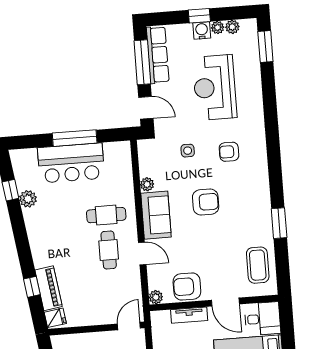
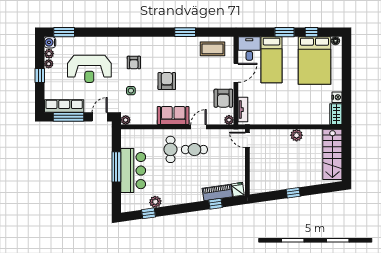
water cooler: (202, 31) -> (50, 42), moved
plant: (147, 184) -> (126, 120), moved
tv unit: (189, 315) -> (243, 110), moved

